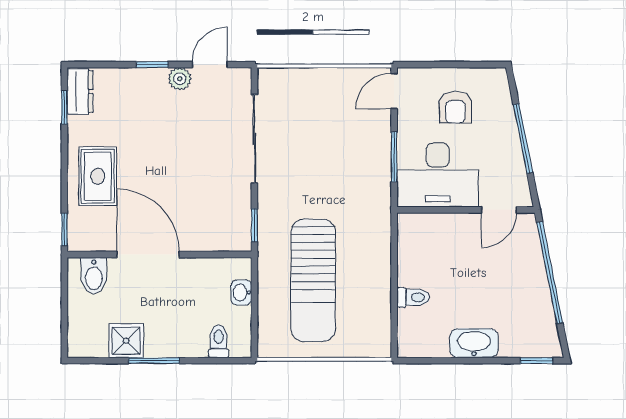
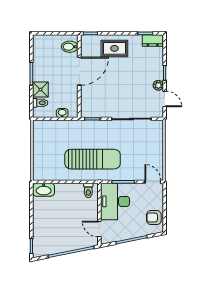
armchair: (455, 107) -> (154, 218), moved
sun lounger: (313, 280) -> (93, 159), moved, turned 180
toilet: (413, 297) -> (88, 190), moved
shower: (126, 341) -> (40, 90), moved
washbasin: (474, 343) -> (44, 190), moved, turned 90

